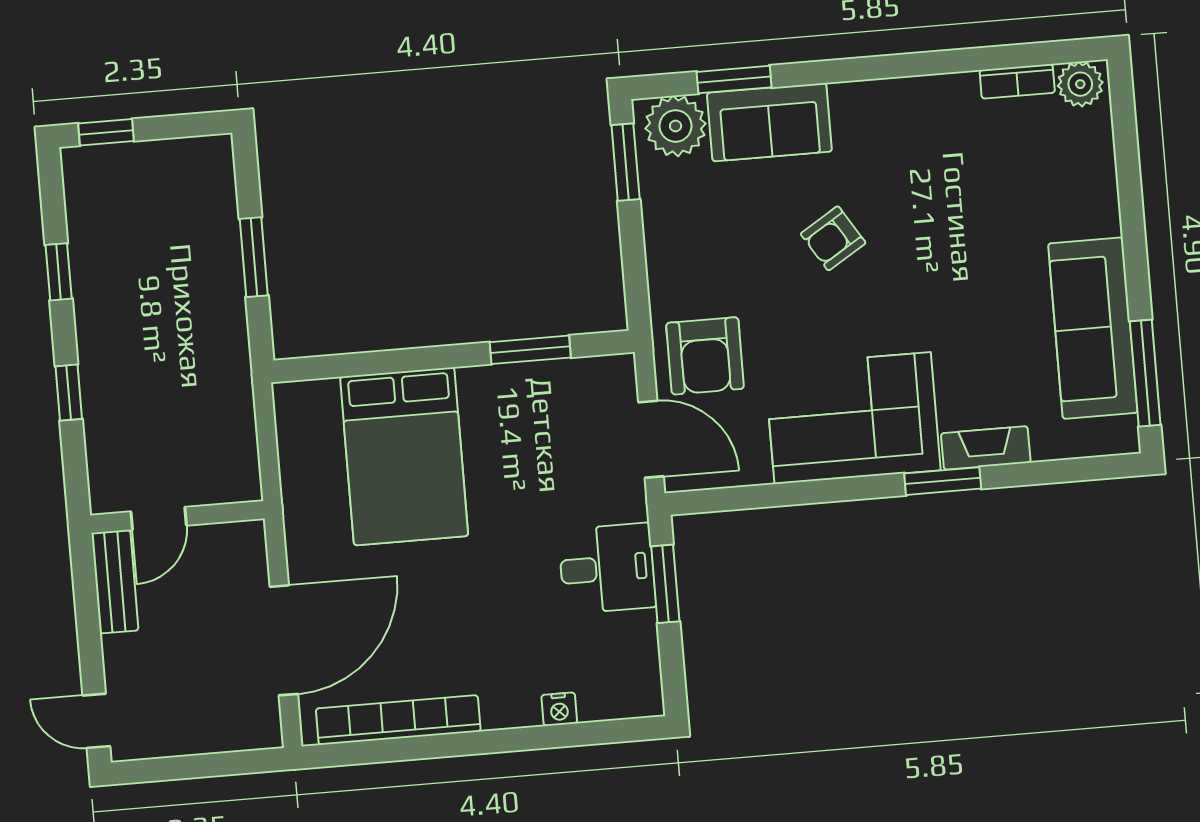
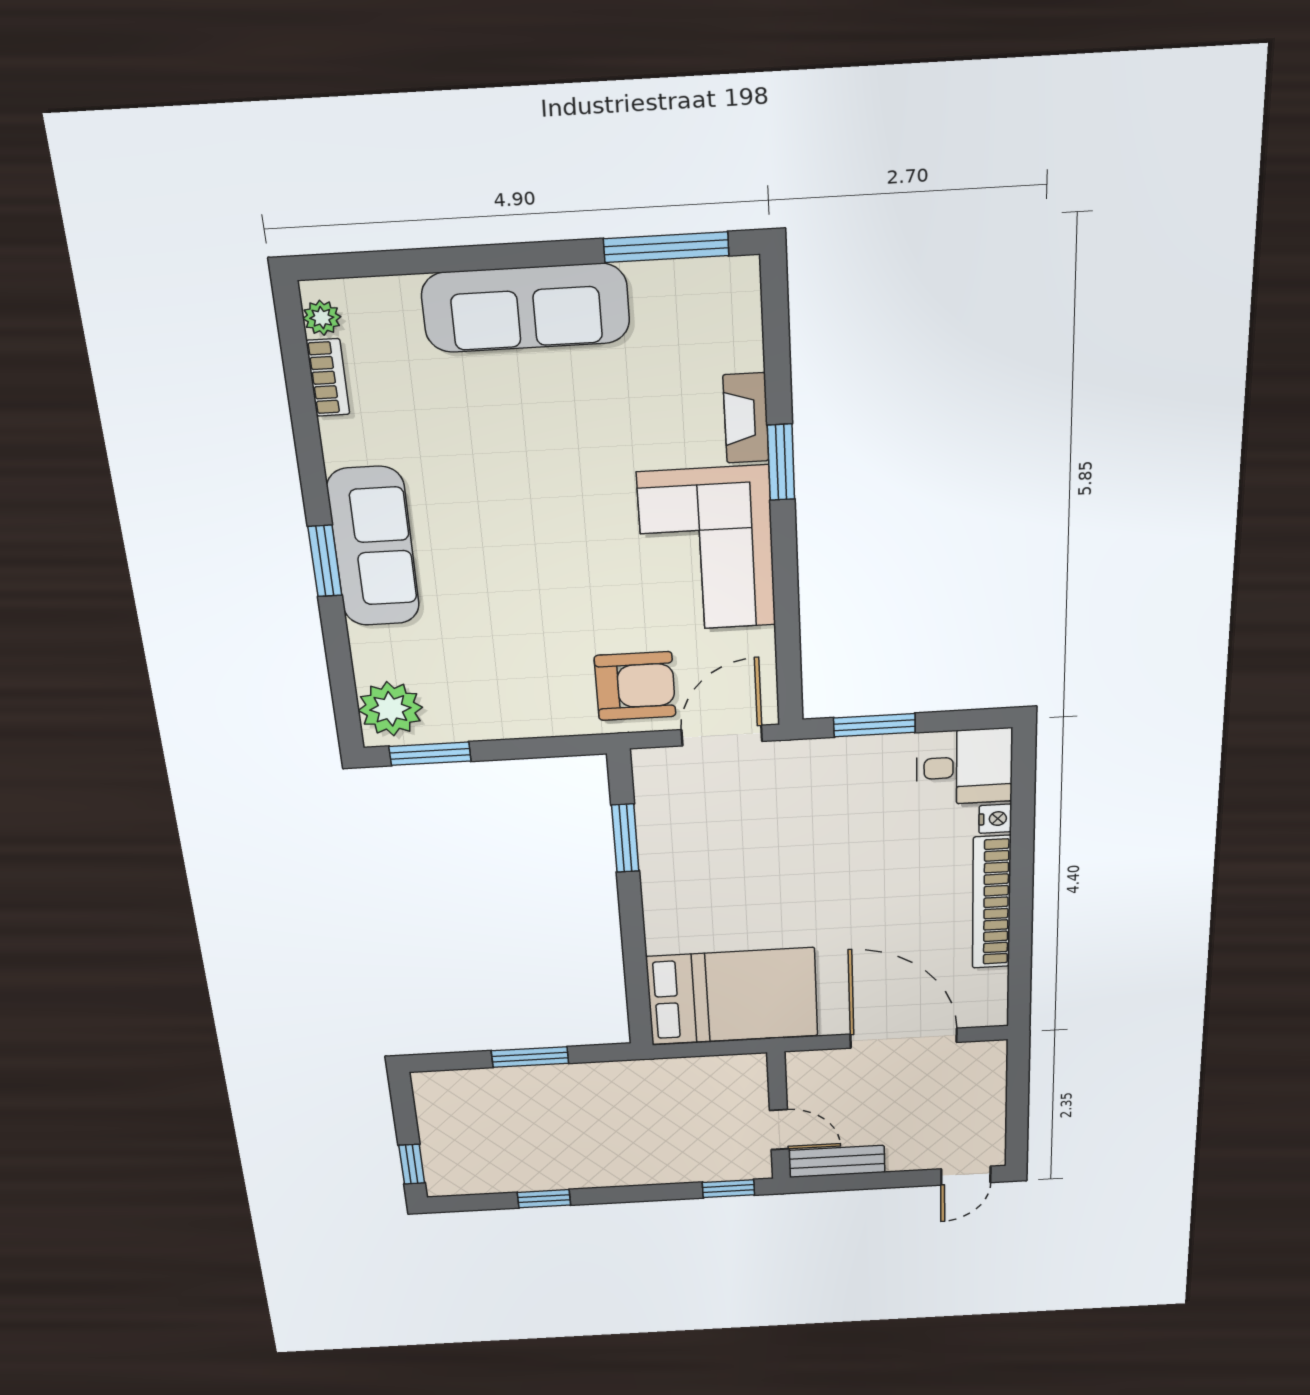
window: (734, 80) -> (325, 561), moved
plant: (1080, 84) -> (322, 318), width x0.73, depth x0.73
sofa: (769, 122) -> (373, 547), moved, width x1.36
armchair: (833, 238) -> (509, 565), removed
sofa: (1093, 328) -> (526, 308), moved
window: (69, 393) -> (729, 1189), moved
bed: (404, 456) -> (732, 996), moved
desk: (607, 568) -> (964, 767), moved, turned 90
bookcase: (398, 720) -> (992, 902), moved

